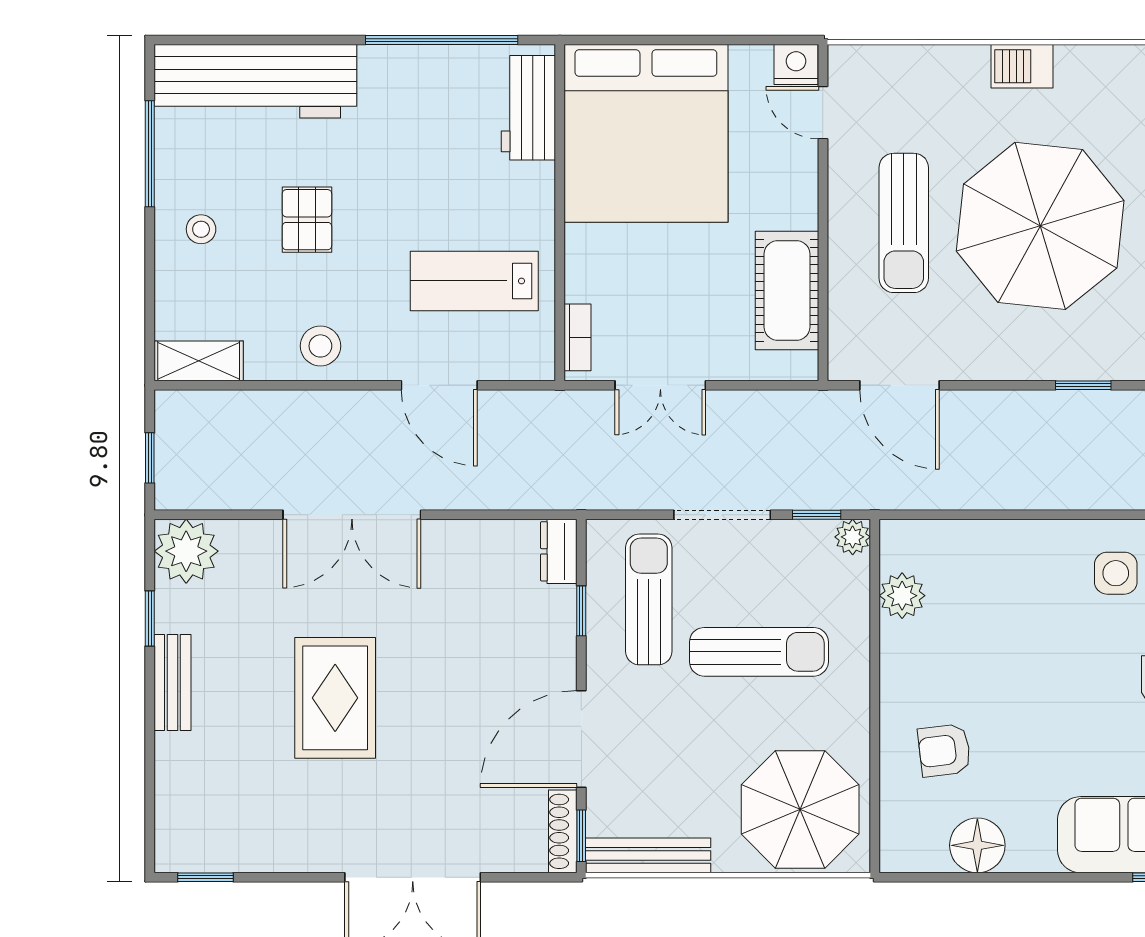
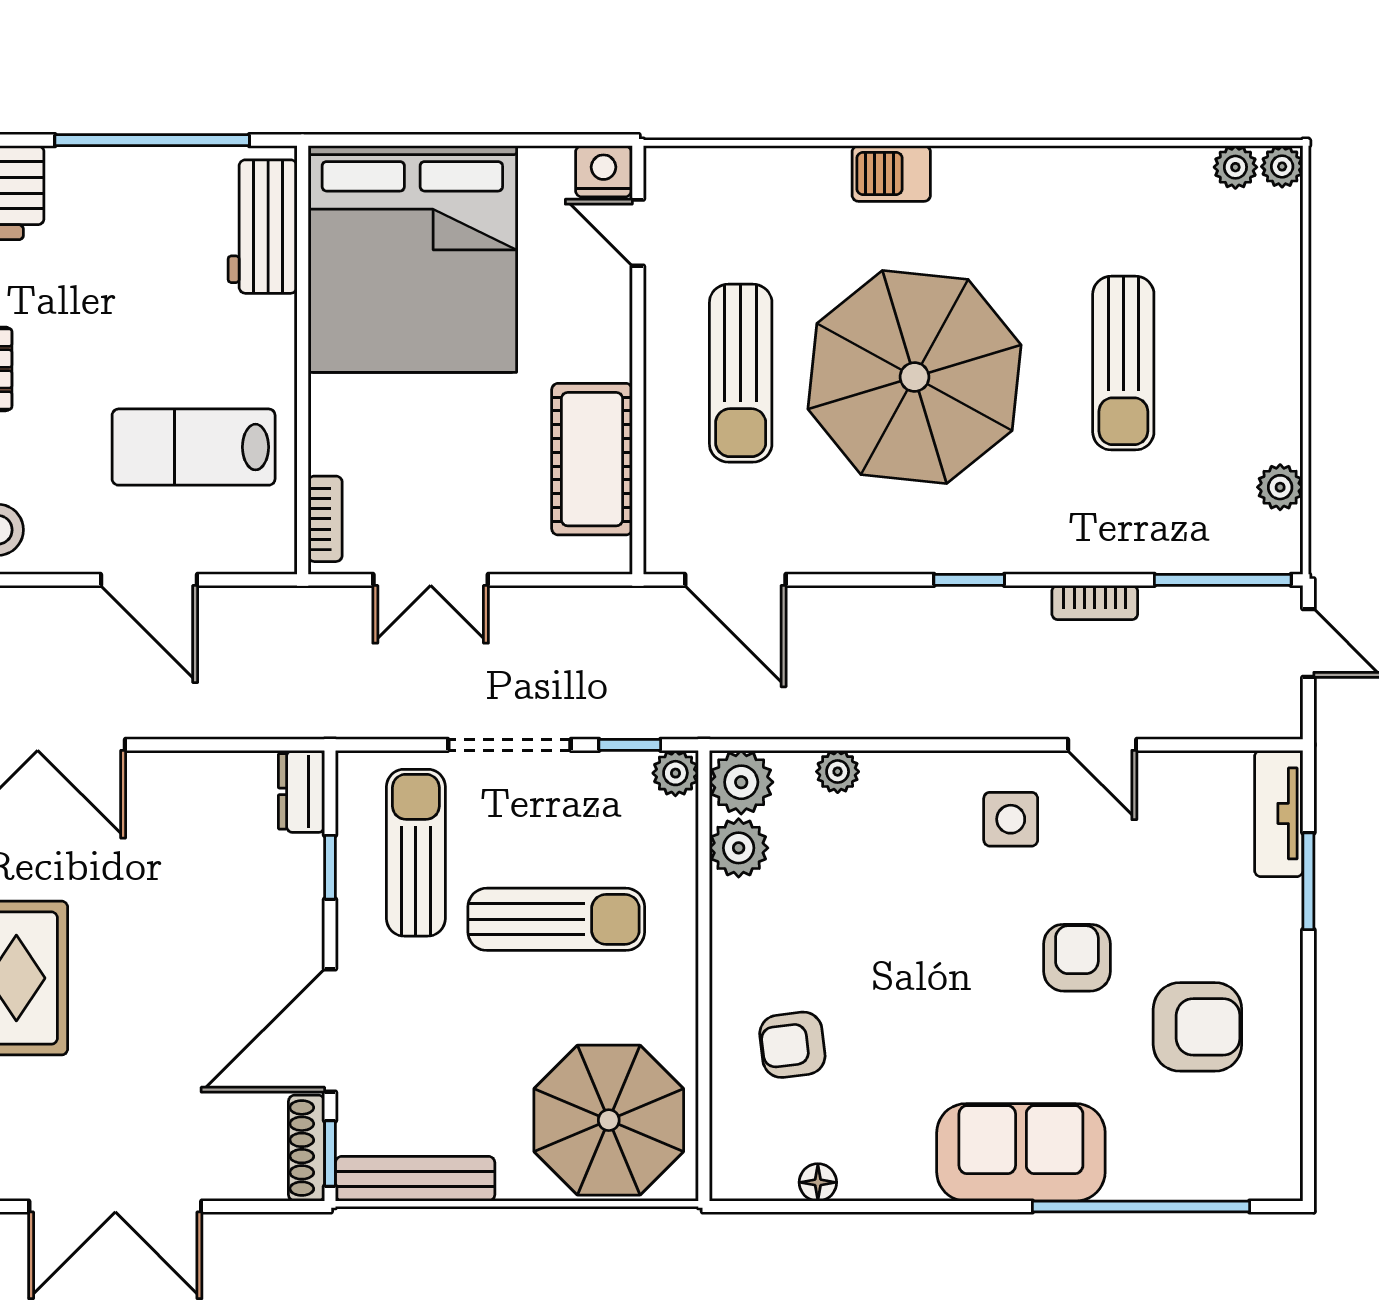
plant: (980, 536) -> (838, 772), added
plant: (904, 544) -> (741, 782), added
floor lamp: (977, 845) -> (818, 1182), width x0.53, depth x0.53

